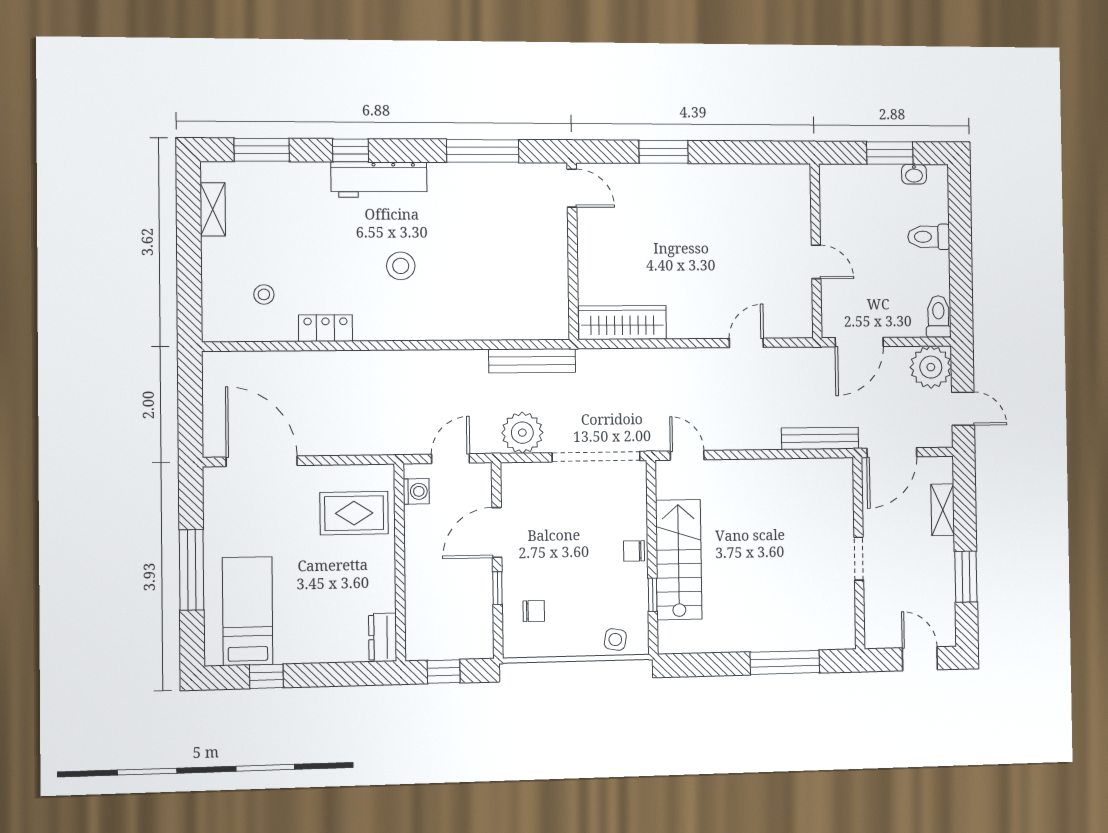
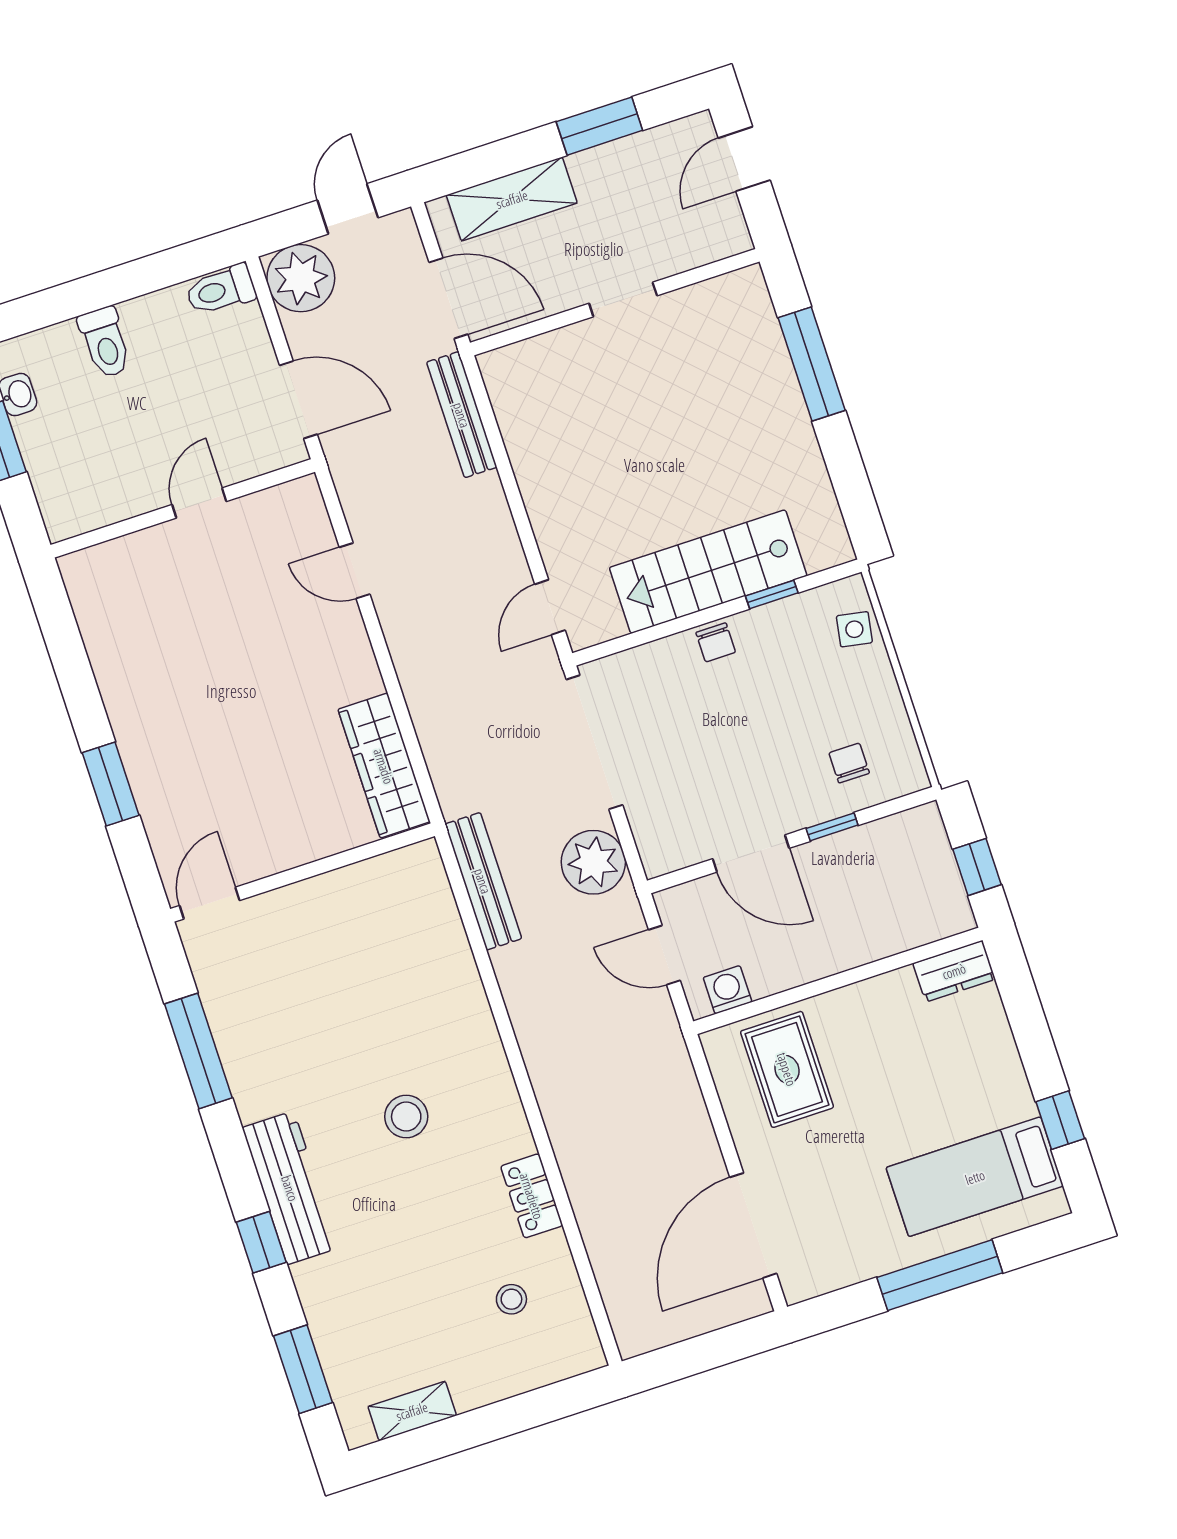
shelving: (943, 510) -> (512, 199), width x1.50, depth x1.33

